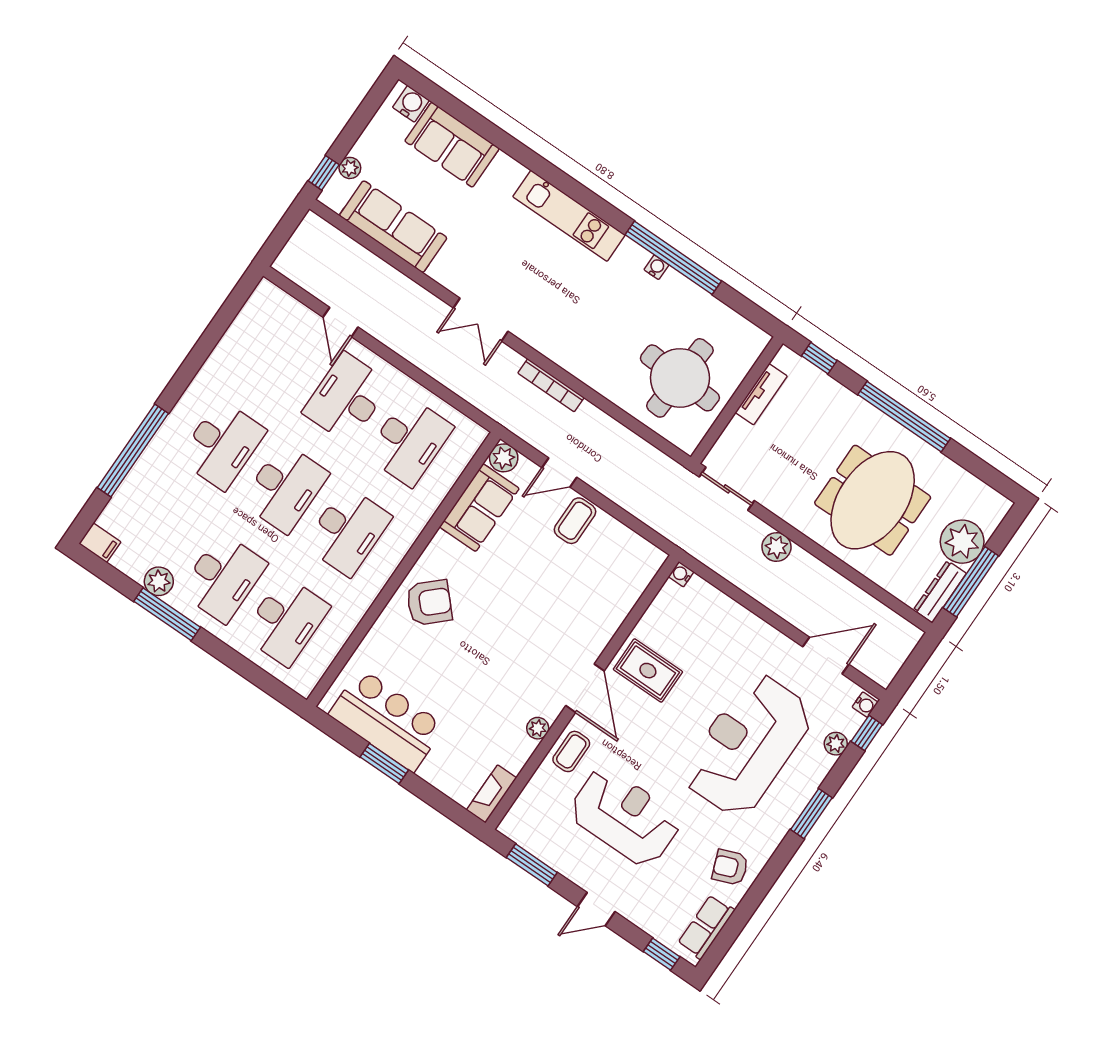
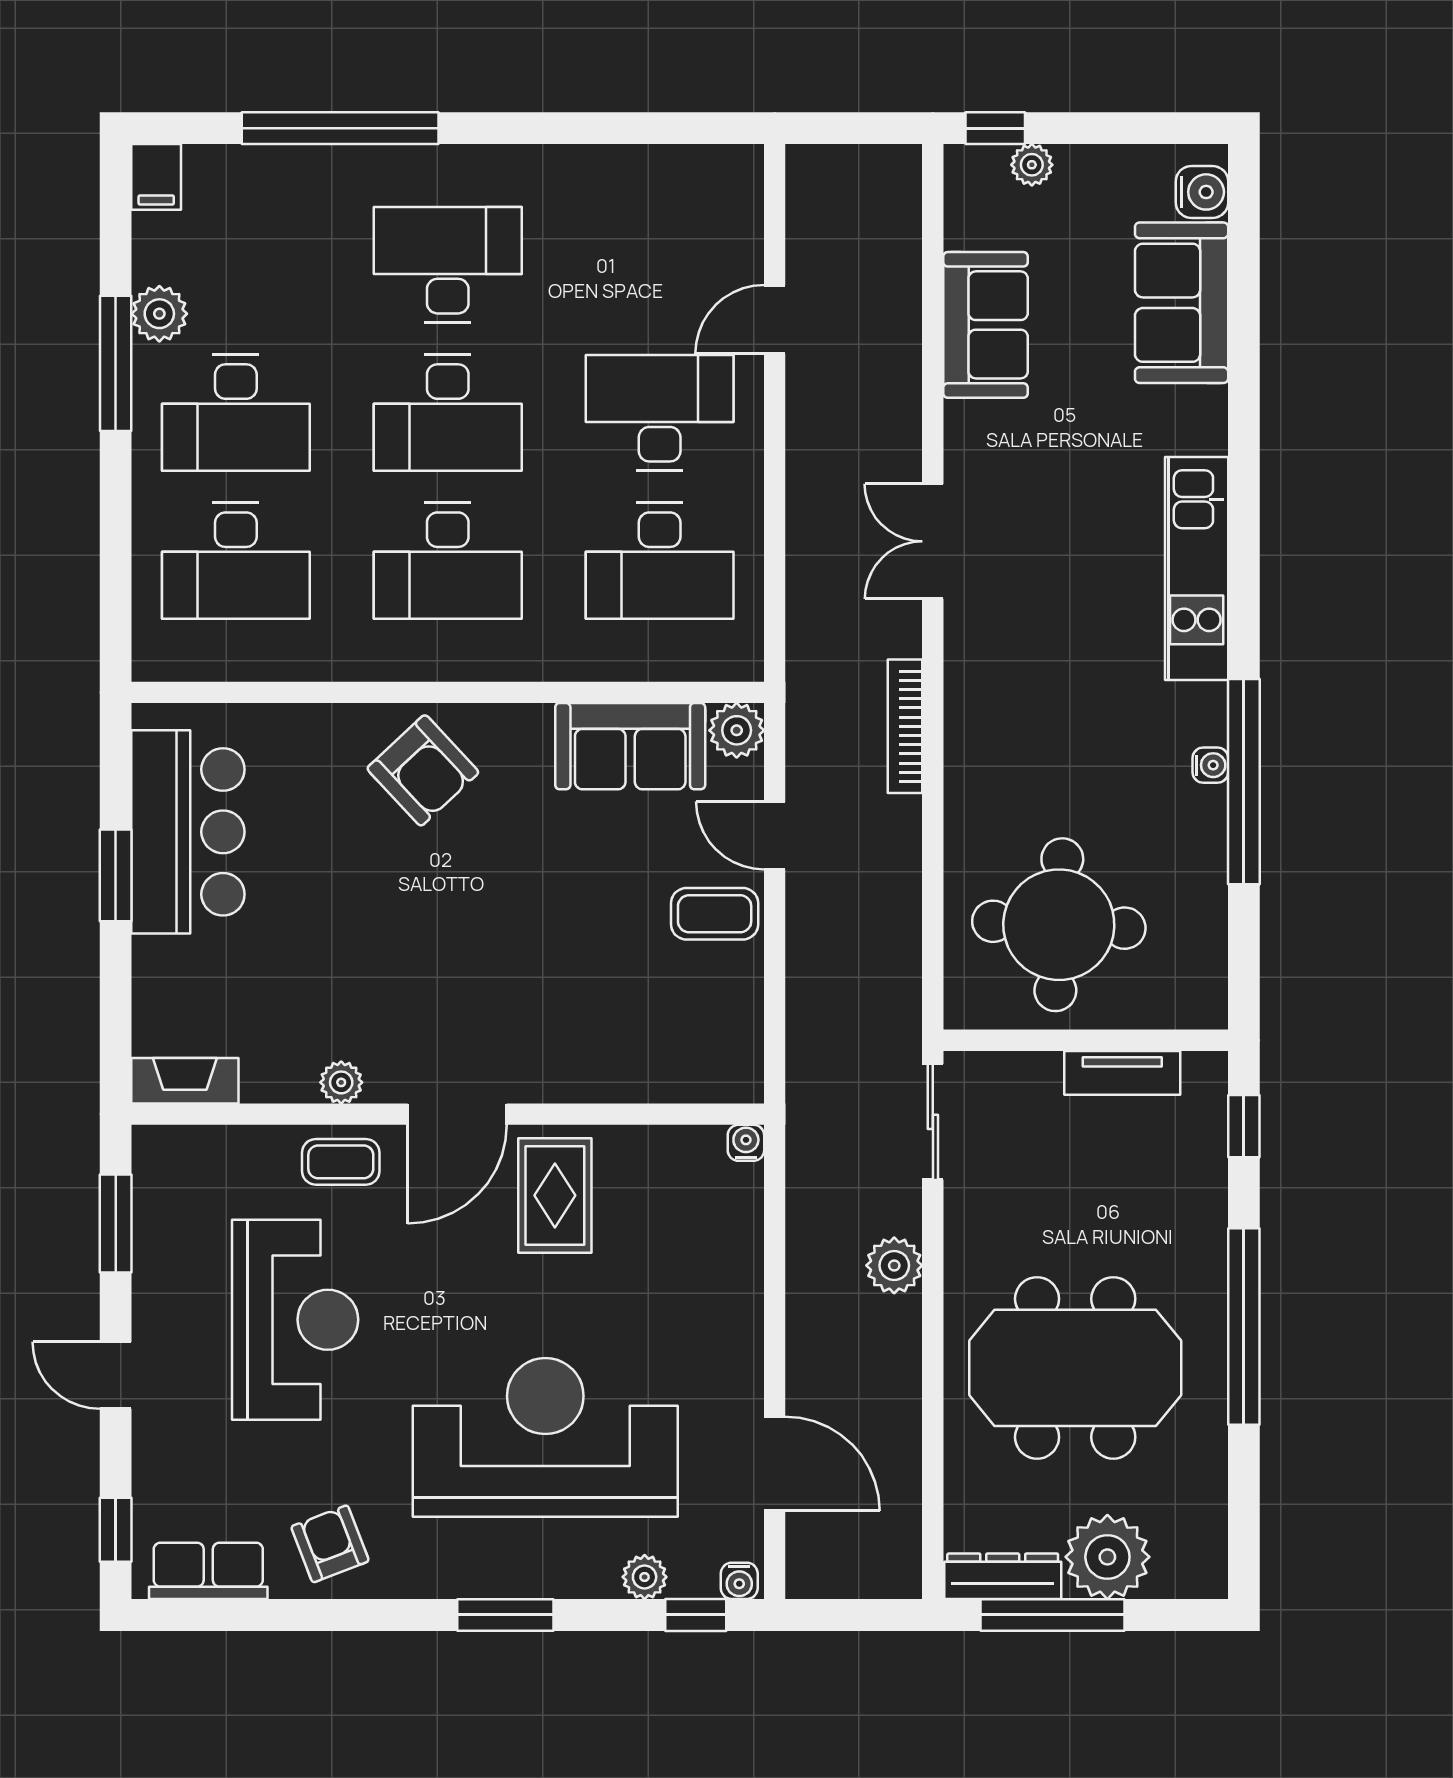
sofa: (393, 227) -> (985, 325), width x0.73
desk: (222, 445) -> (448, 265), turned 180

